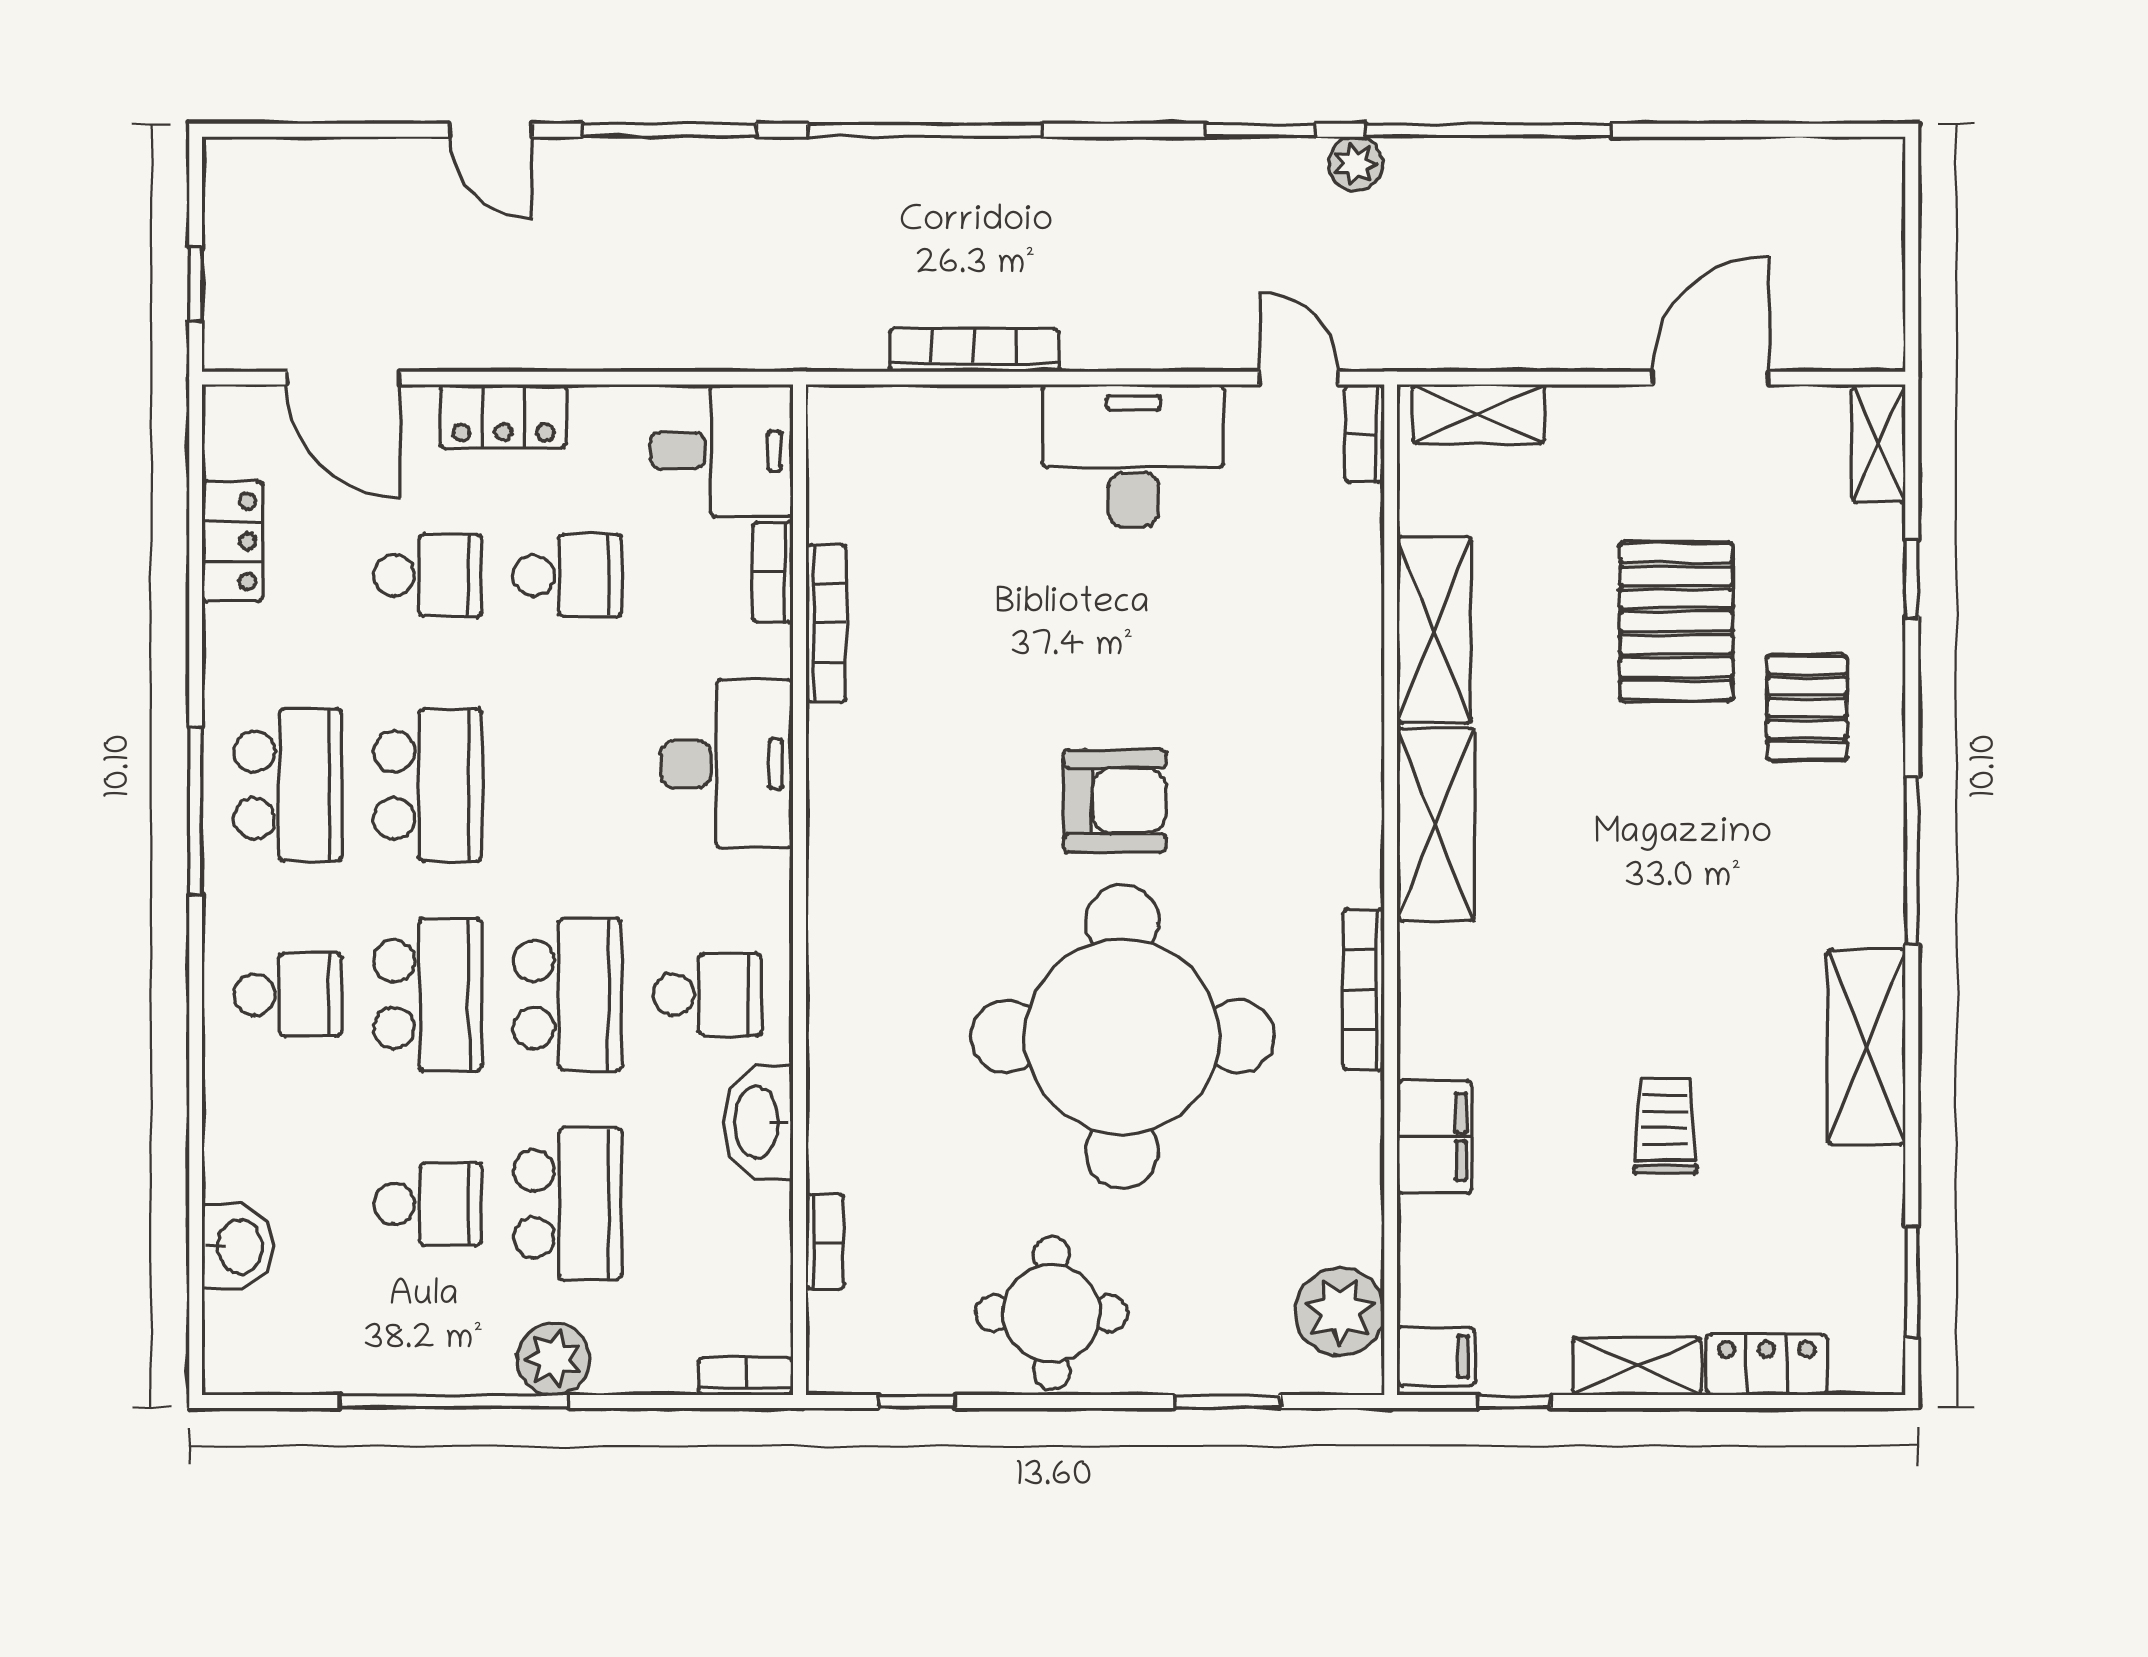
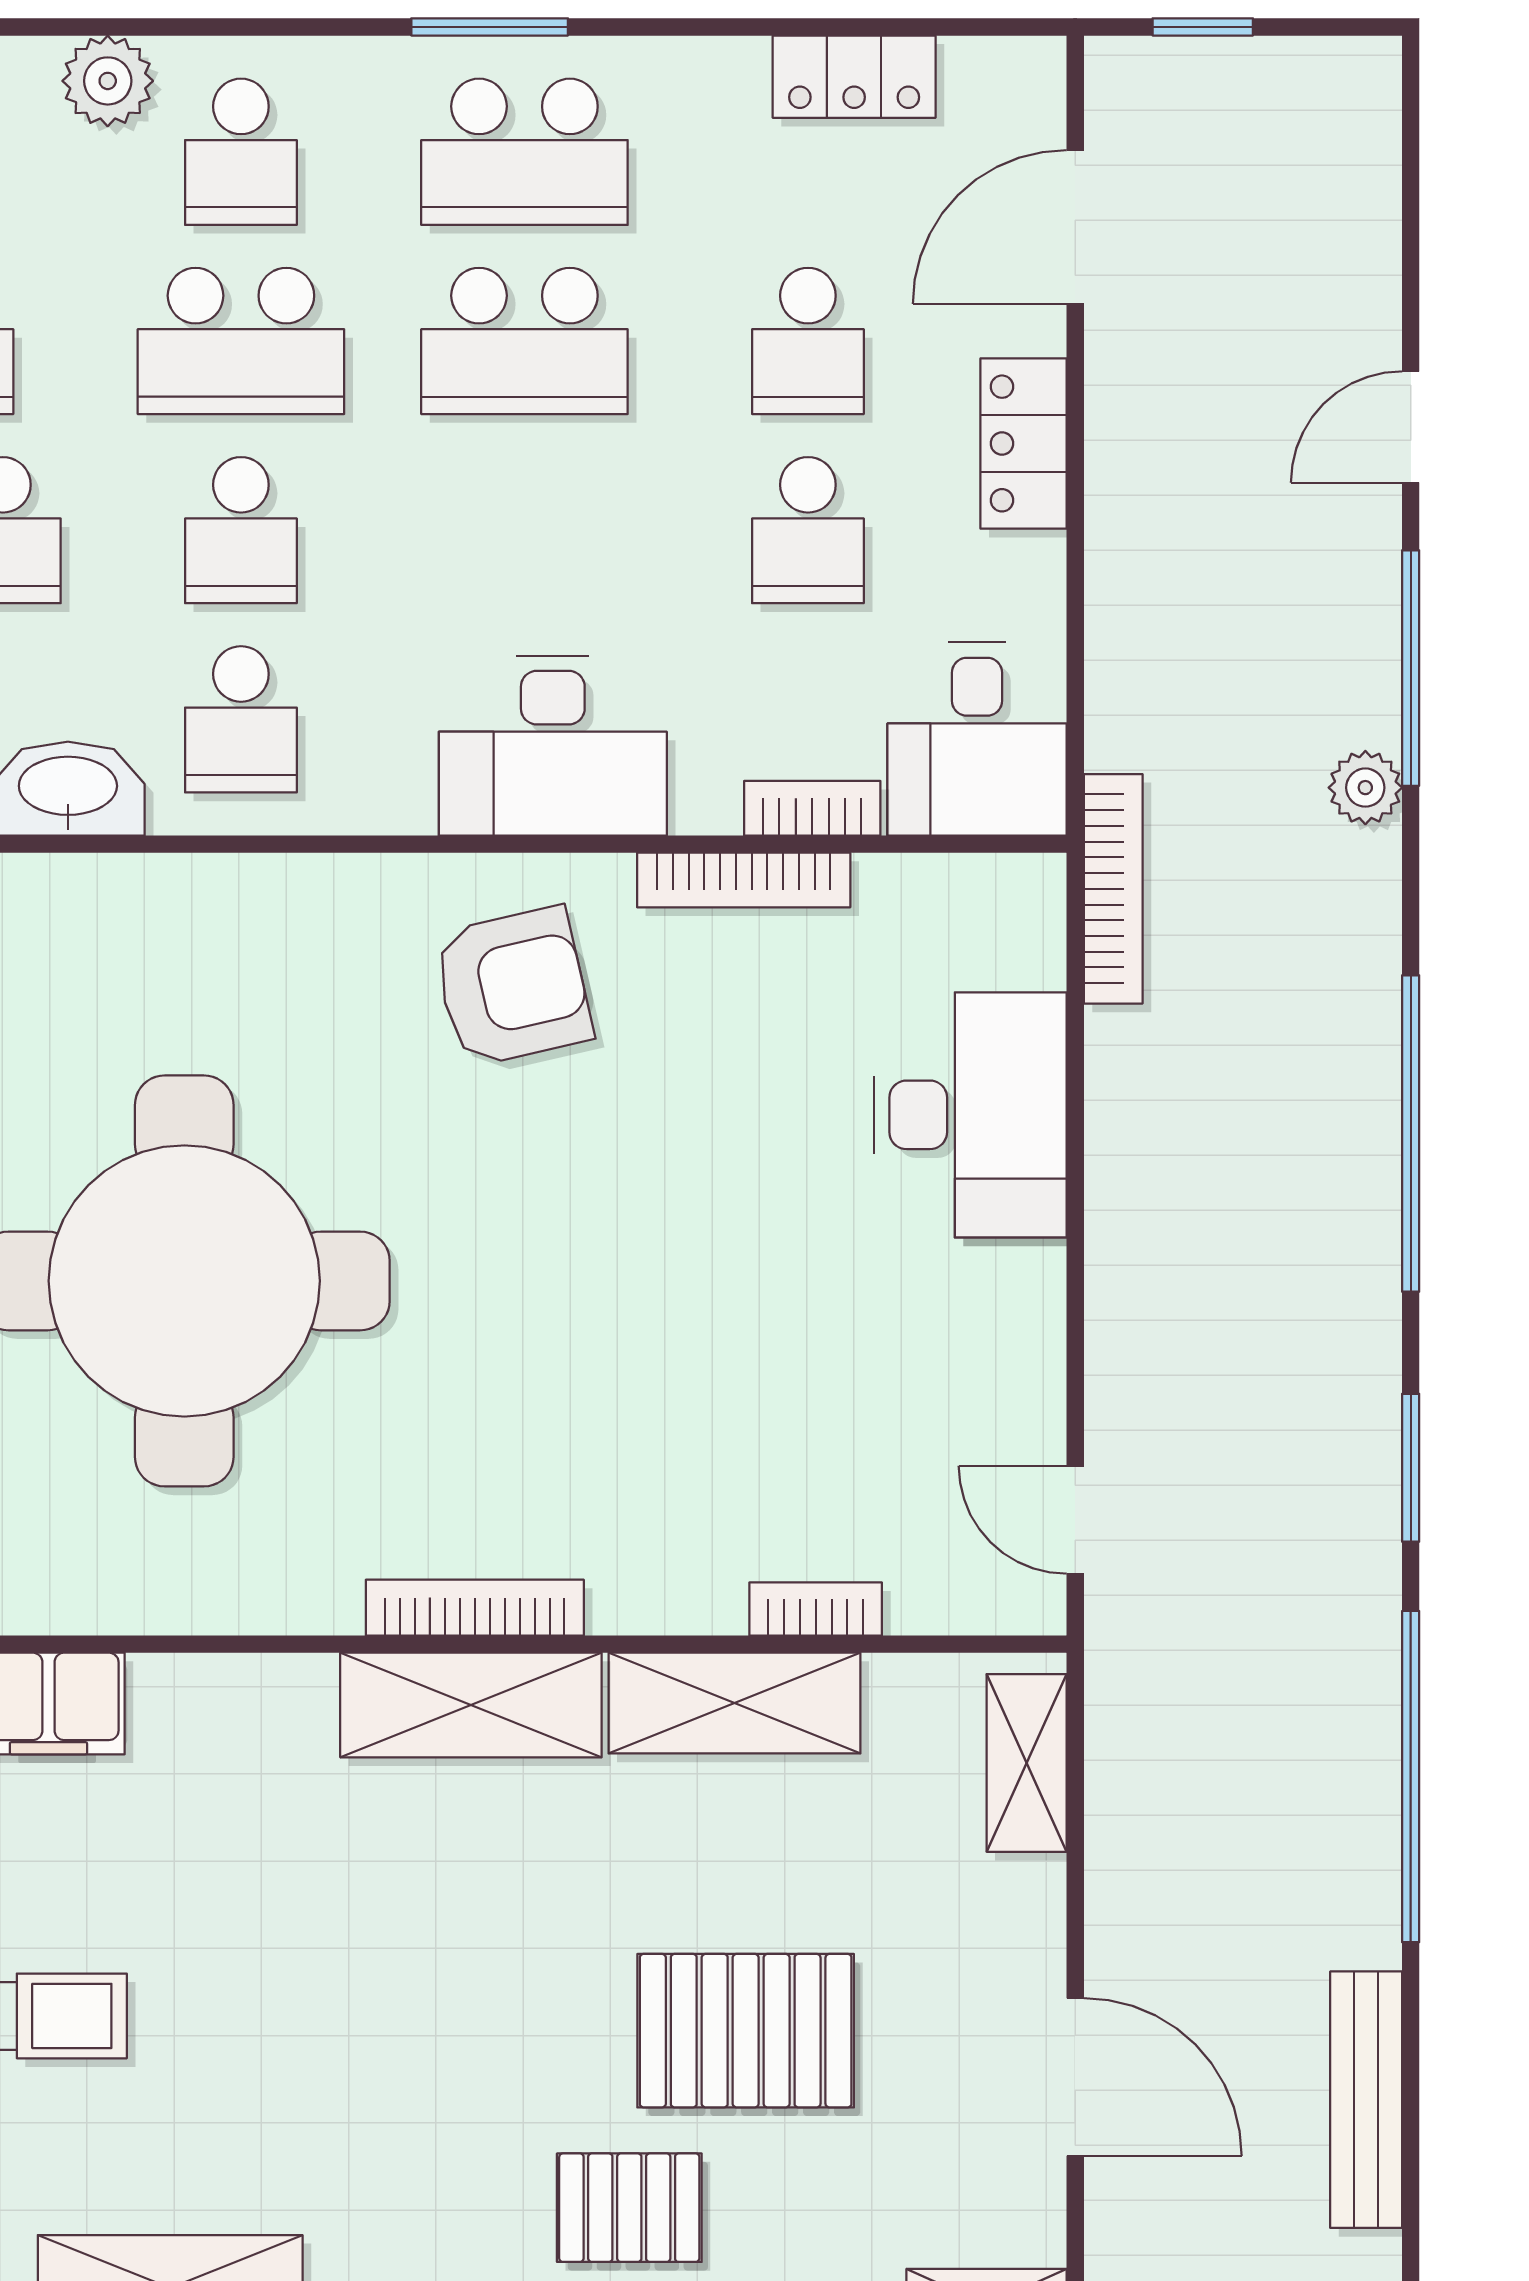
window: (925, 130) -> (1411, 1133), moved
bench: (1727, 163) -> (1366, 2100), added
plant: (1355, 164) -> (1365, 788), moved
bookcase: (974, 350) -> (1113, 889), moved
door: (1299, 378) -> (1075, 1520), swing flipped
bookcase: (1365, 433) -> (816, 1609), moved
desk: (1133, 456) -> (970, 1115), moved
armchair: (1115, 801) -> (513, 987), moved, turned -103
window: (196, 811) -> (490, 27), width x0.69
bookcase: (1364, 989) -> (475, 1608), moved
school desk: (567, 995) -> (241, 530), width x0.54
plant: (236, 1093) -> (108, 81), added

